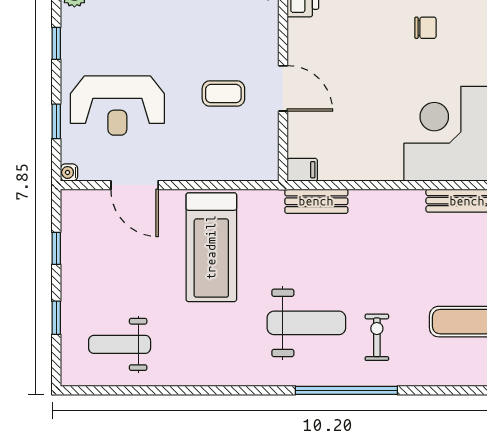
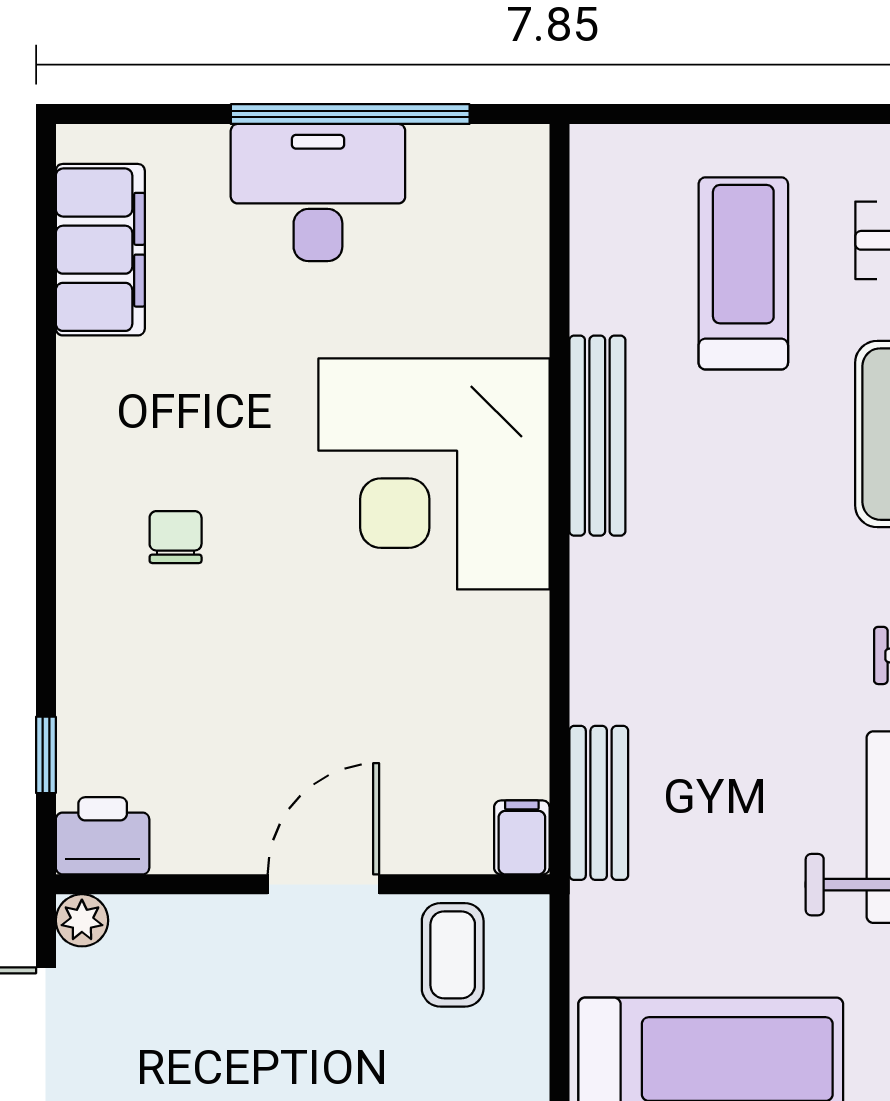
coffee table: (223, 94) -> (453, 955), moved

